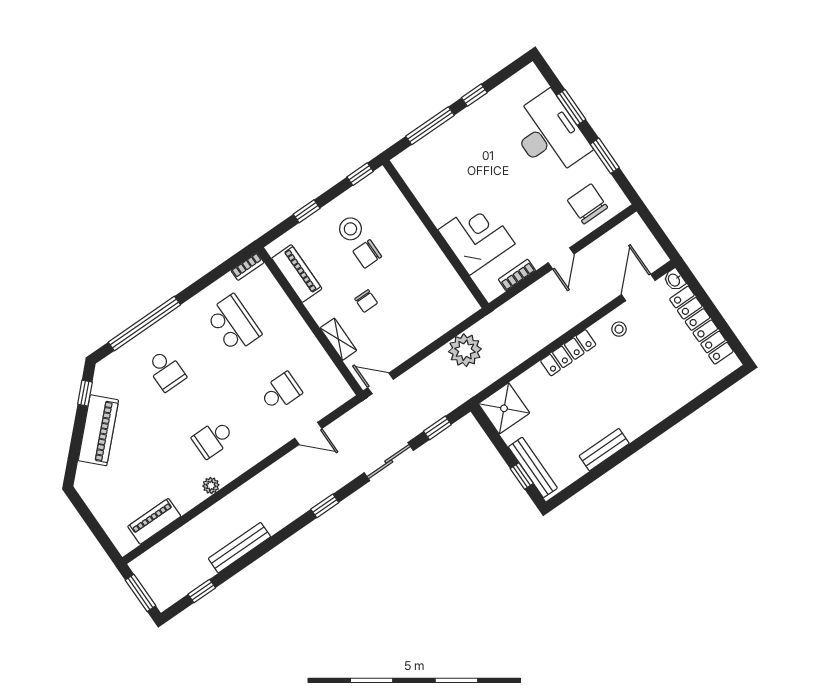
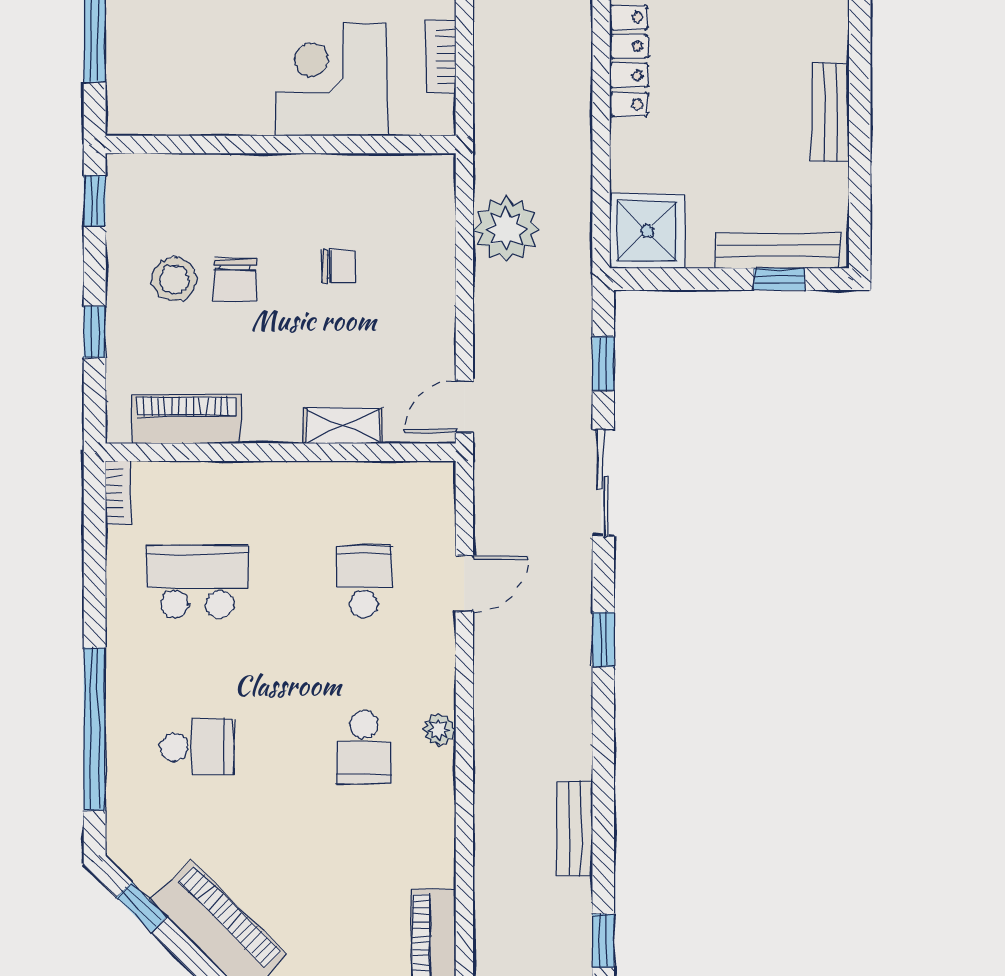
chair: (366, 301) -> (339, 266), moved
plant: (211, 486) -> (439, 730), moved
bench: (239, 548) -> (574, 828), width x0.73

